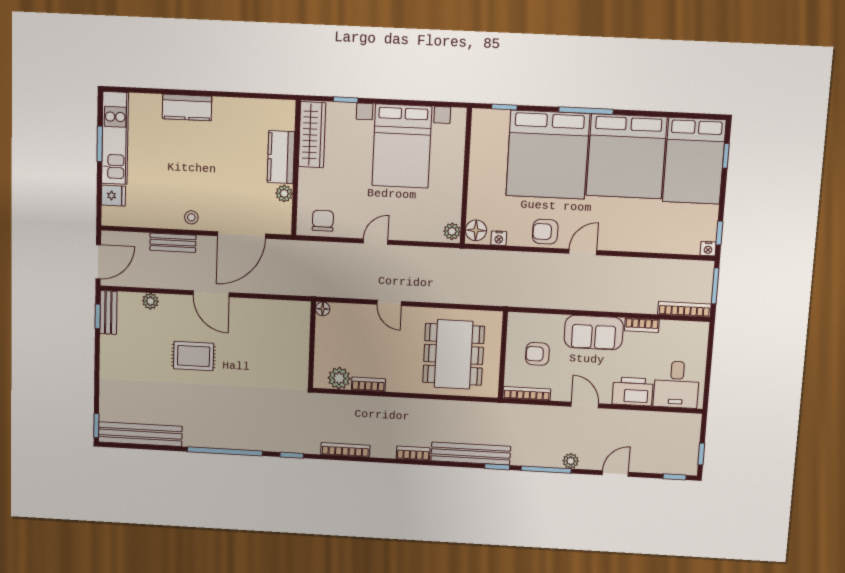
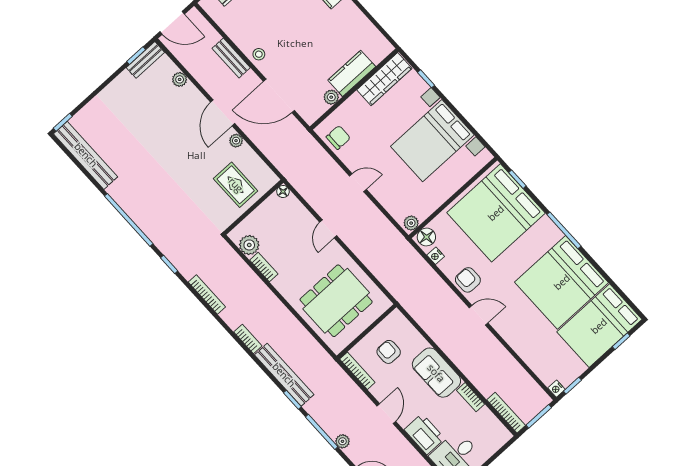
bed: (548, 155) -> (496, 213), moved
plant: (244, 305) -> (236, 141), added
rug: (194, 356) -> (236, 185), moved

